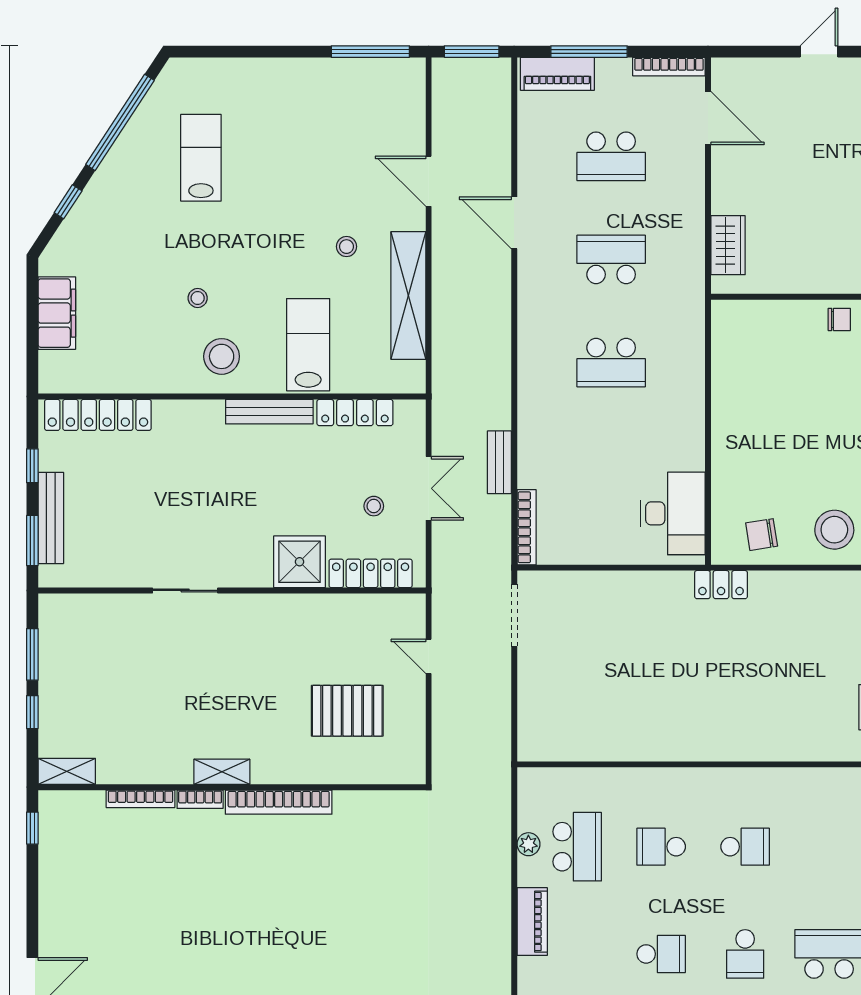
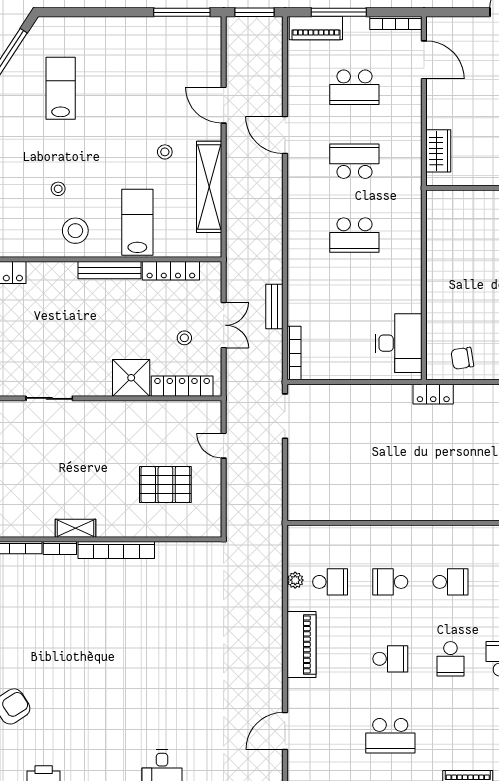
school desk: (577, 847) -> (330, 582), width x0.54
piano: (532, 922) -> (301, 644), width x1.37, depth x1.33

